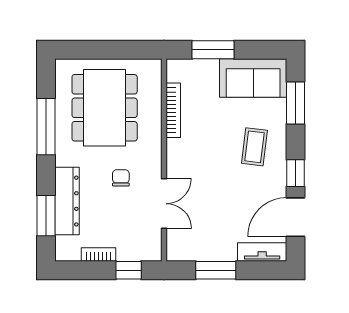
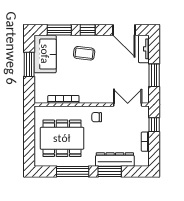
window: (213, 50) -> (29, 64), moved
window: (295, 173) -> (88, 30), moved
chair: (121, 178) -> (97, 117), moved
double door: (164, 204) -> (128, 105), moved
window: (46, 216) -> (110, 171), moved

